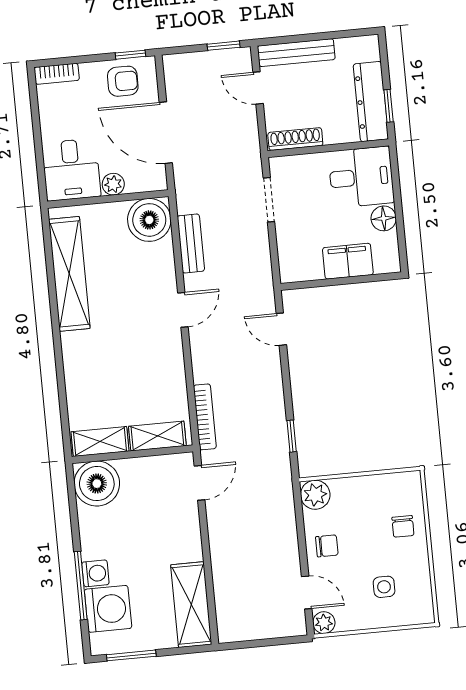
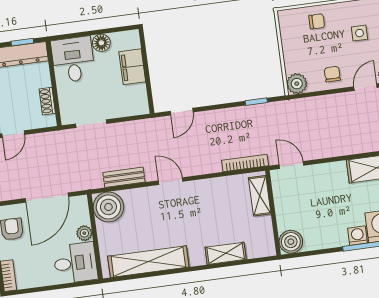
shoe rack: (295, 139) -> (47, 101), width x0.70
shelving: (100, 441) -> (226, 253), moved, turned 90
boiler: (97, 484) -> (291, 242), width x0.73, depth x0.73

